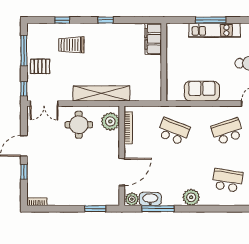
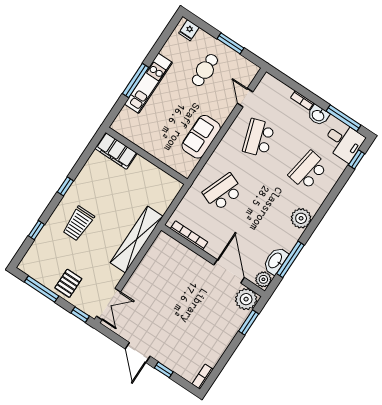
trolley: (71, 45) -> (78, 224), moved
plant: (110, 121) -> (246, 299), moved
round table: (79, 125) -> (153, 283), removed

